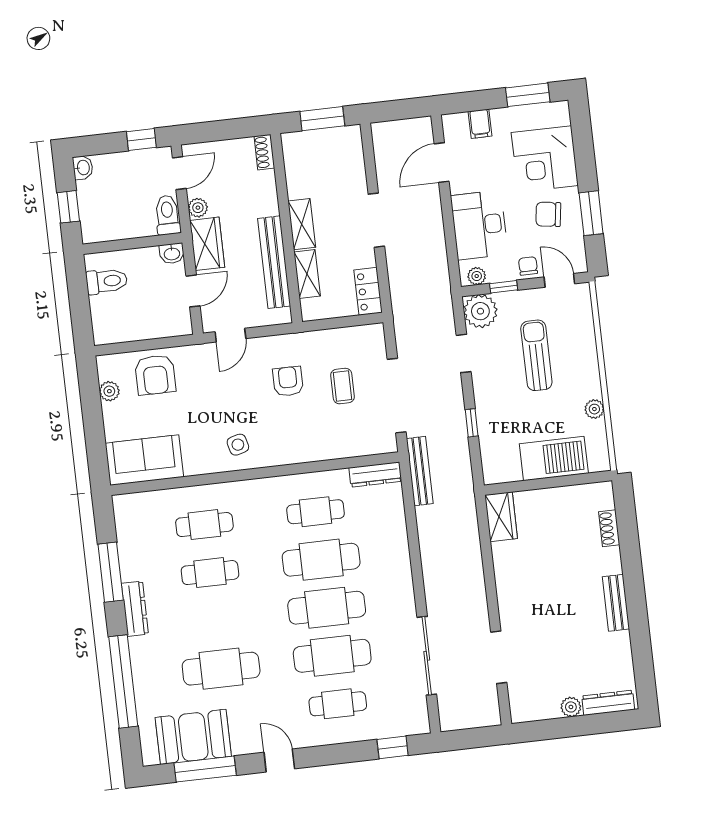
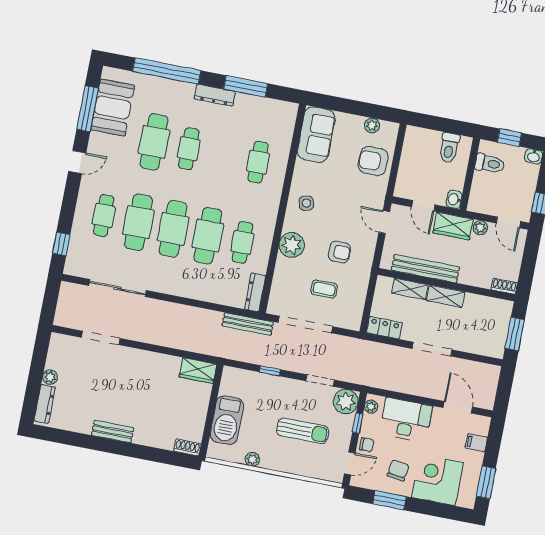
toilet: (167, 215) -> (490, 164), moved
plant: (299, 446) -> (292, 245), added
shoe rack: (609, 528) -> (187, 447), moved
cafe table: (210, 573) -> (189, 149), moved

